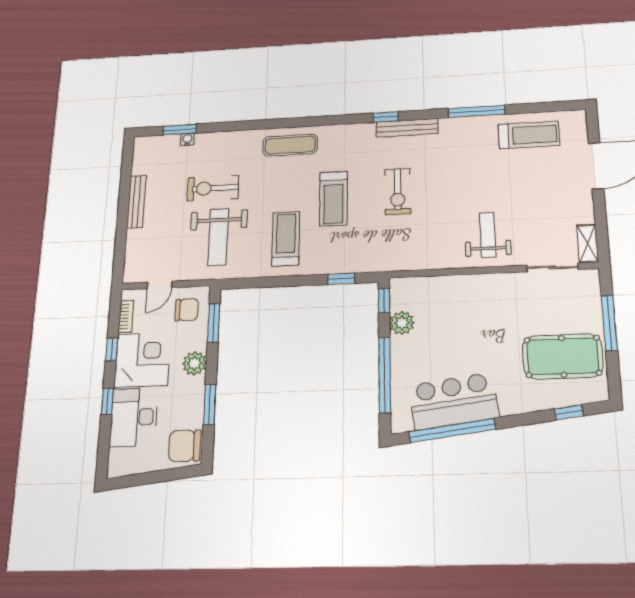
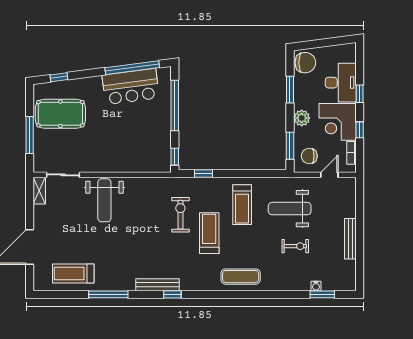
exercise bike: (213, 188) -> (295, 246), width x0.73, depth x0.72
exercise bike: (398, 191) -> (180, 215), moved
weight bench: (488, 235) -> (104, 200), width x1.36, depth x1.33
weight bench: (218, 237) -> (290, 209), turned -90
plant: (402, 323) -> (163, 141), removed

